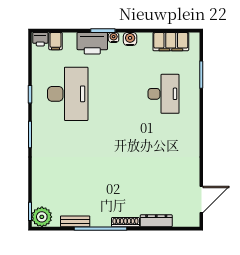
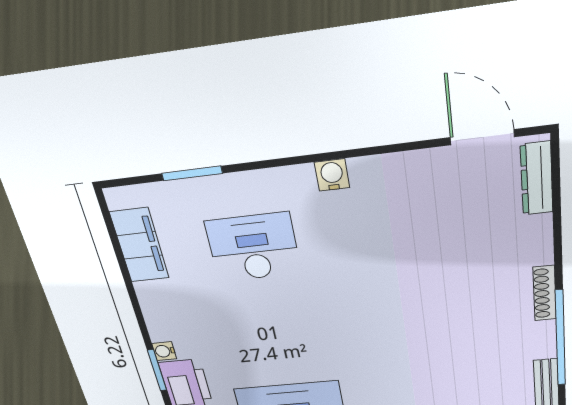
water cooler: (130, 39) -> (332, 175), moved, turned 90
dresser: (156, 221) -> (537, 179), moved

